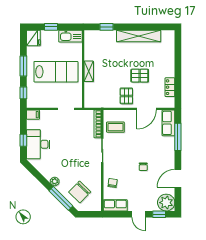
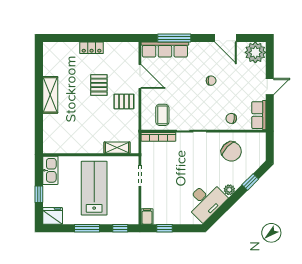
window: (107, 27) -> (39, 126), removed
shelving: (139, 36) -> (50, 95), width x0.68
shelving: (89, 71) -> (117, 148), moved
locker: (170, 87) -> (92, 48), moved
row of seats: (168, 123) -> (165, 50), width x1.48
window: (23, 140) -> (164, 228), moved
desk: (38, 144) -> (206, 201), moved, turned -45
chair: (80, 192) -> (231, 151), moved
window: (61, 198) -> (250, 182), width x0.46
window: (159, 214) -> (270, 61), removed

